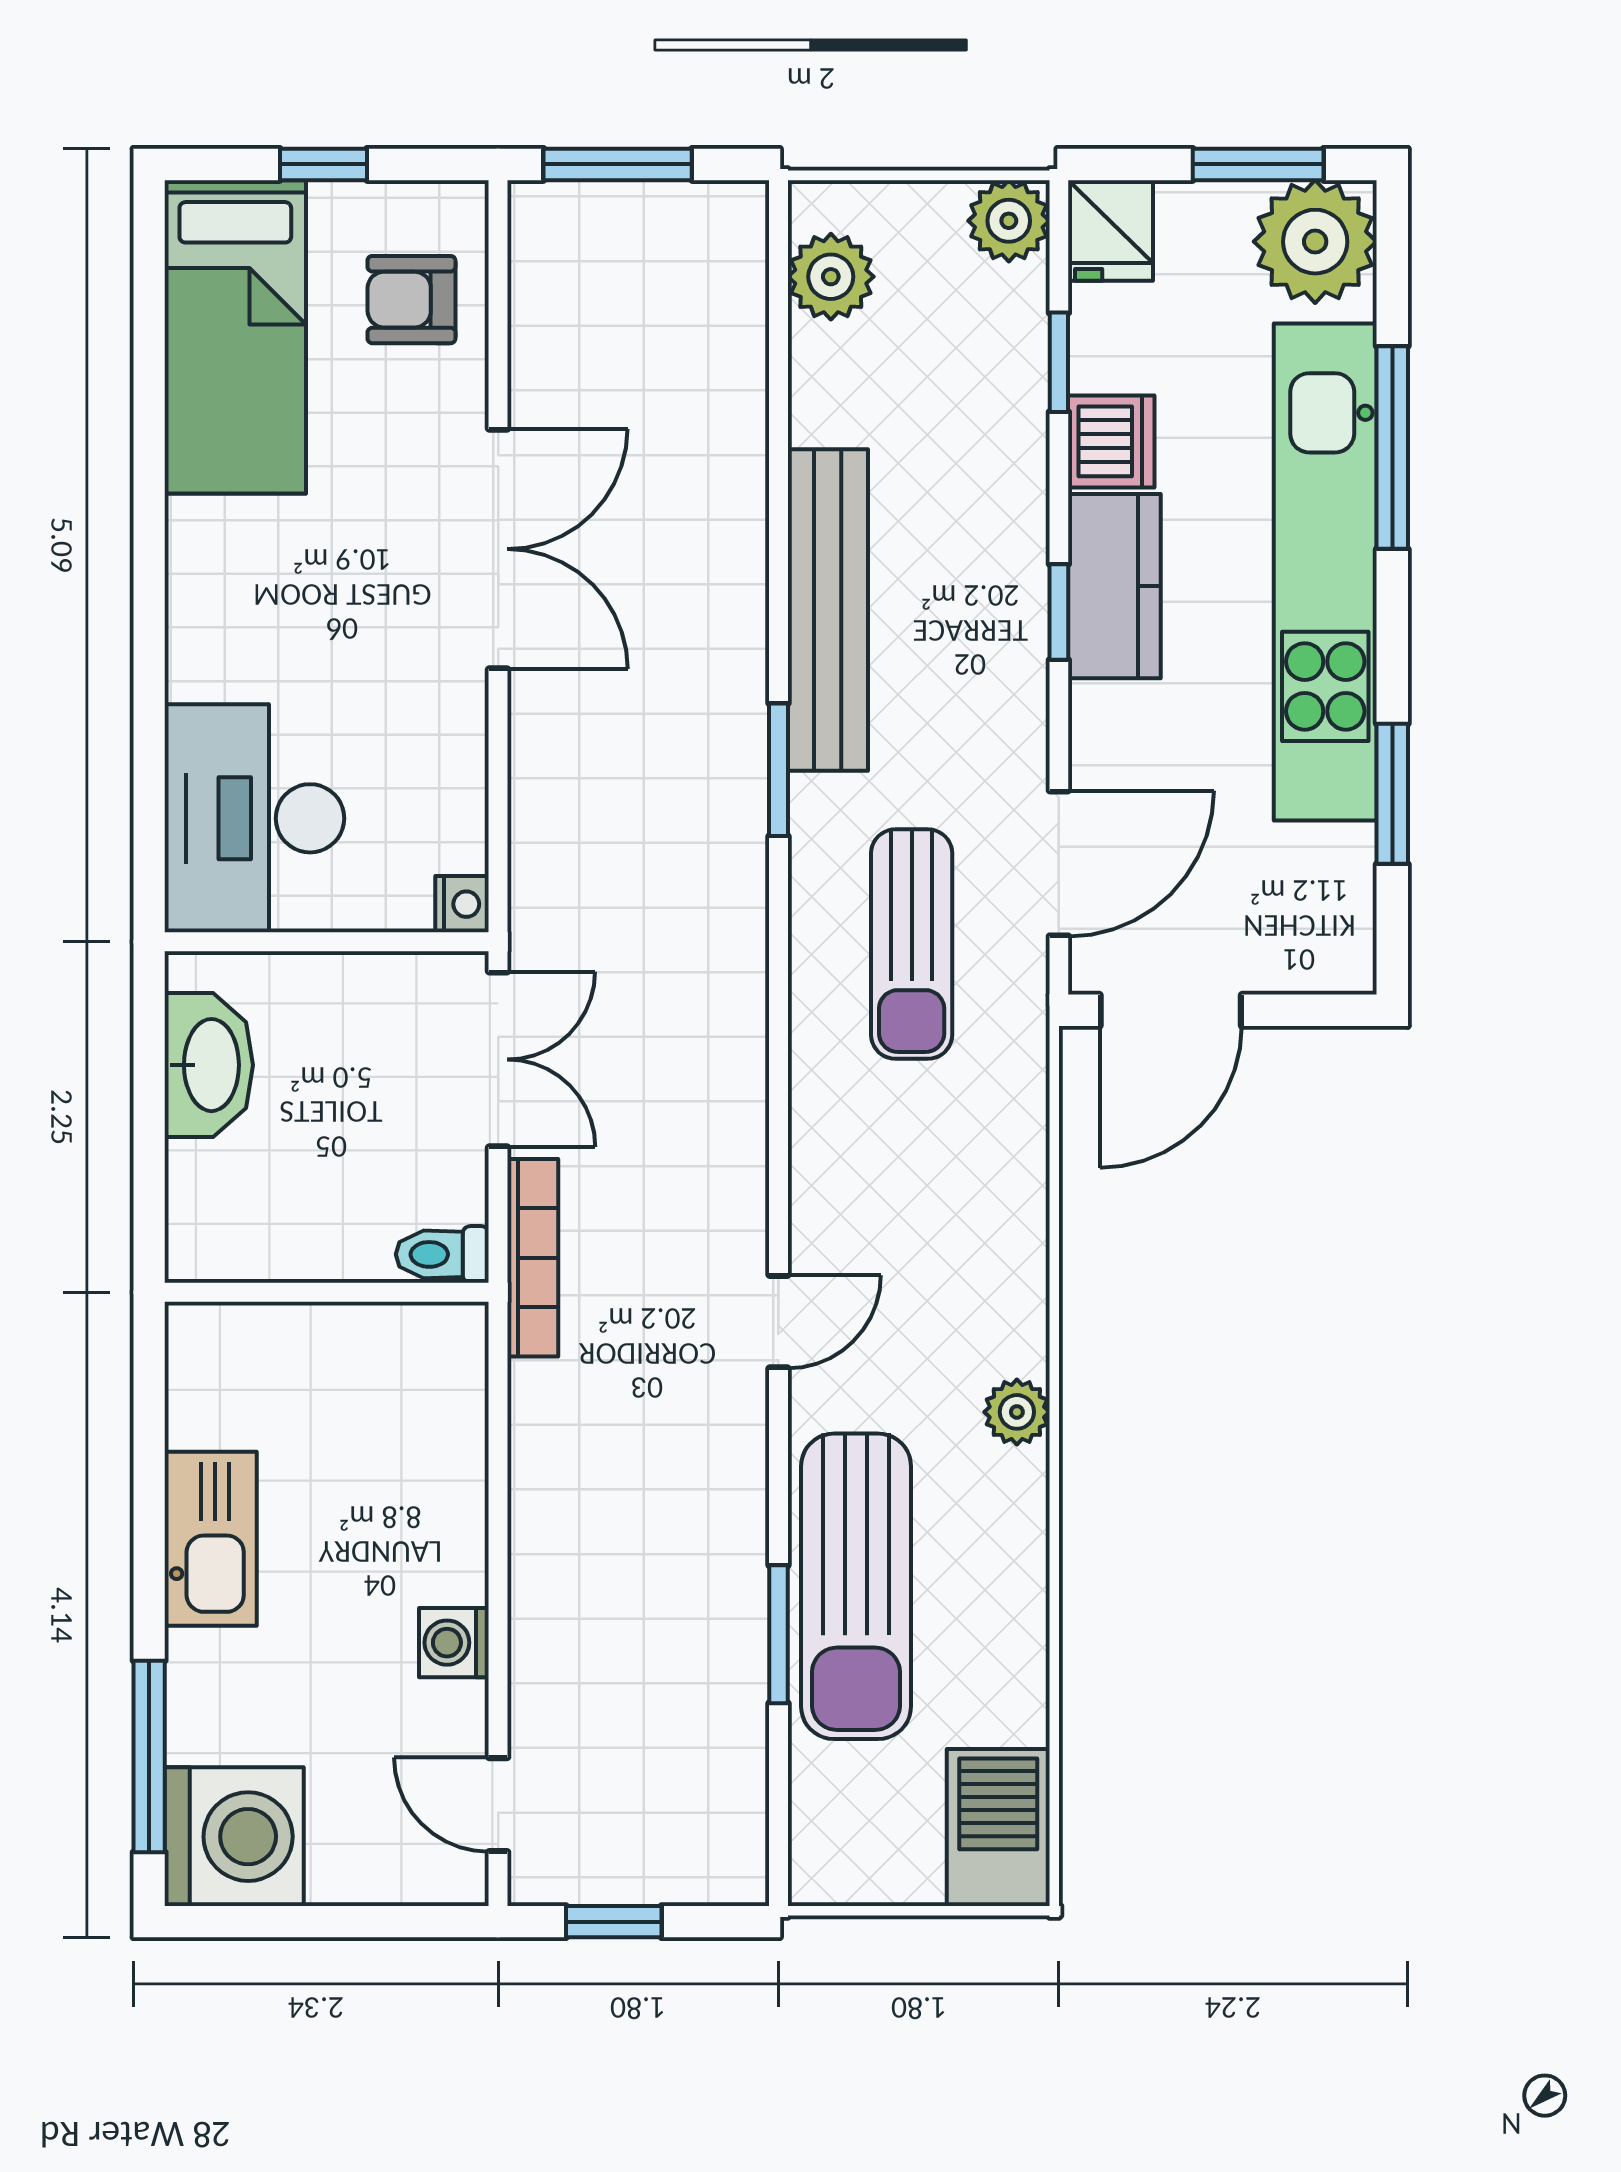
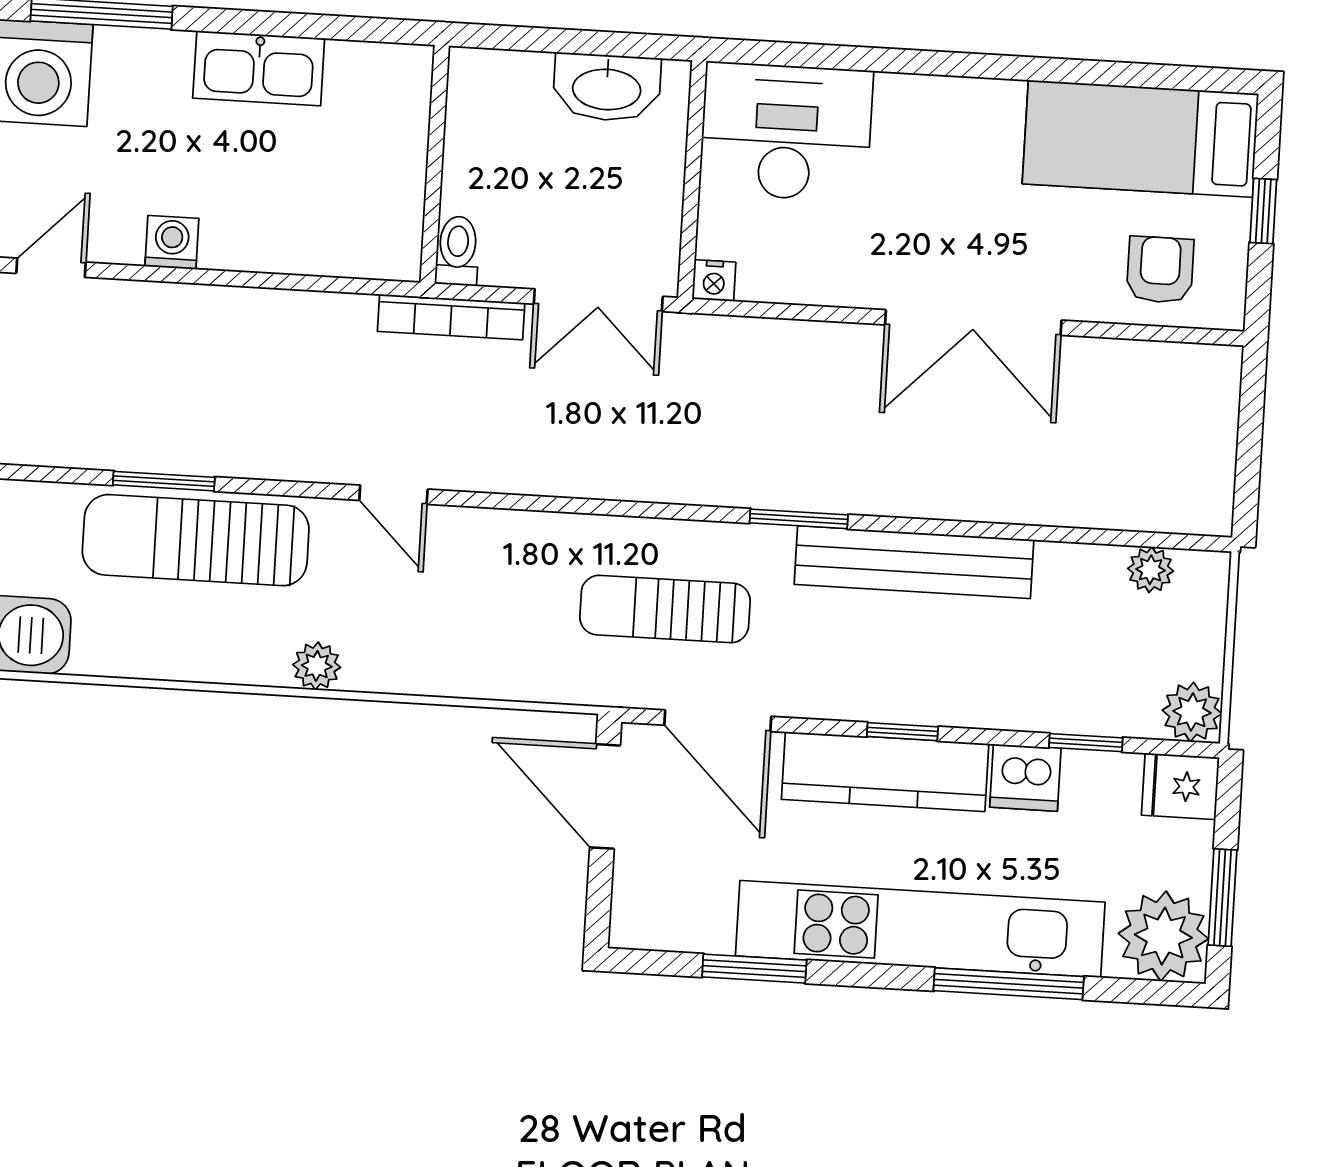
window: (618, 164) -> (1250, 427), removed
plant: (831, 277) -> (1151, 570), width x0.73, depth x0.73
kitchen counter: (1114, 586) -> (885, 772), width x1.50

